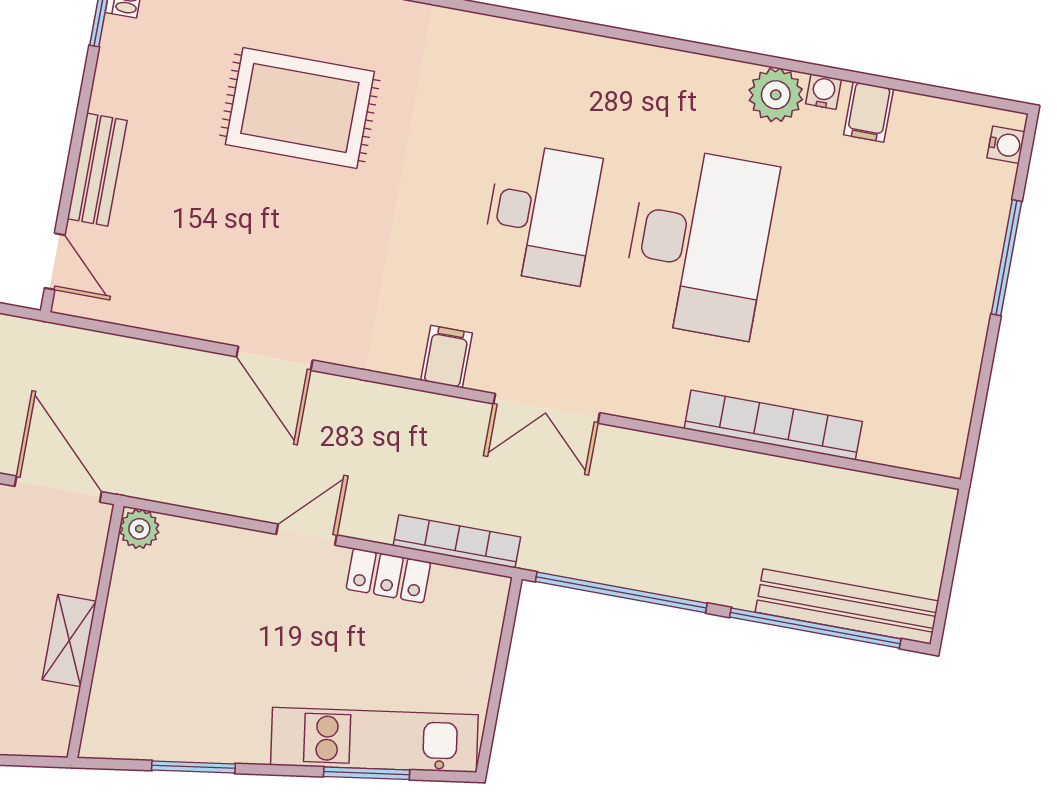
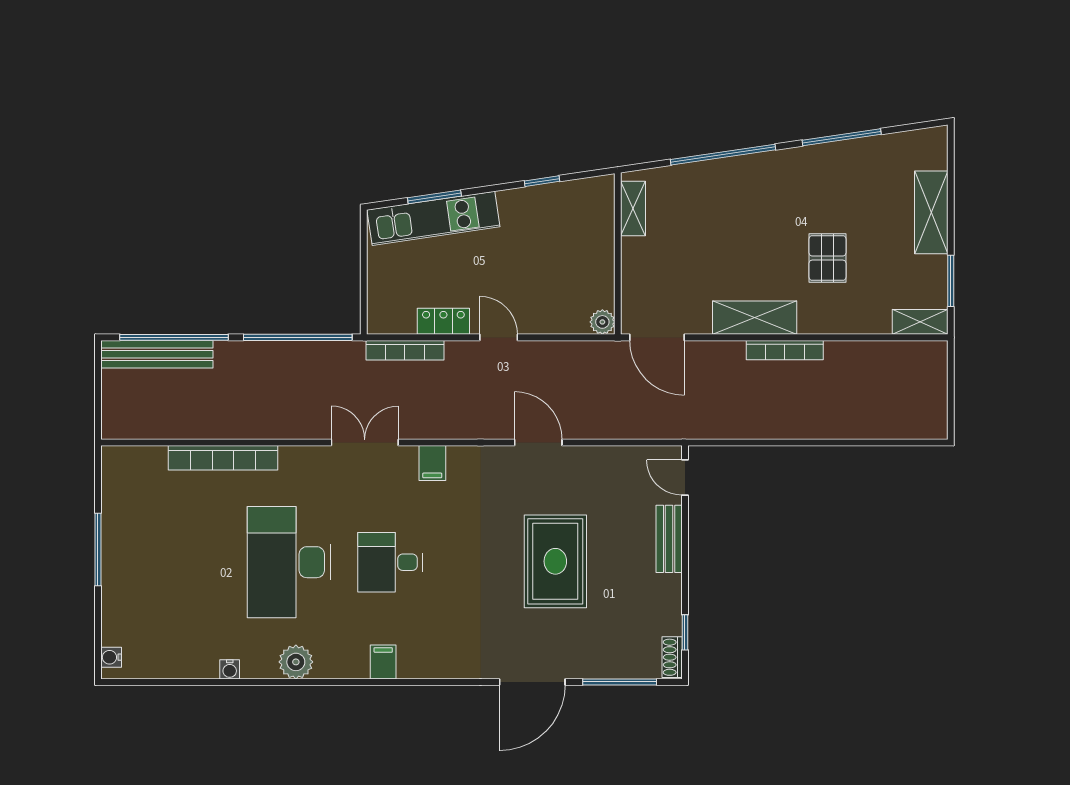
plant: (776, 95) -> (296, 662), moved
rug: (300, 108) -> (555, 561), moved, turned 90
filing cabinet: (869, 112) -> (383, 662), moved
desk: (541, 213) -> (390, 562), width x0.73
window: (1006, 258) -> (98, 550), moved
door: (307, 535) -> (499, 337), swing flipped
shelving: (69, 640) -> (633, 209), moved
window: (193, 767) -> (542, 181), width x0.67

